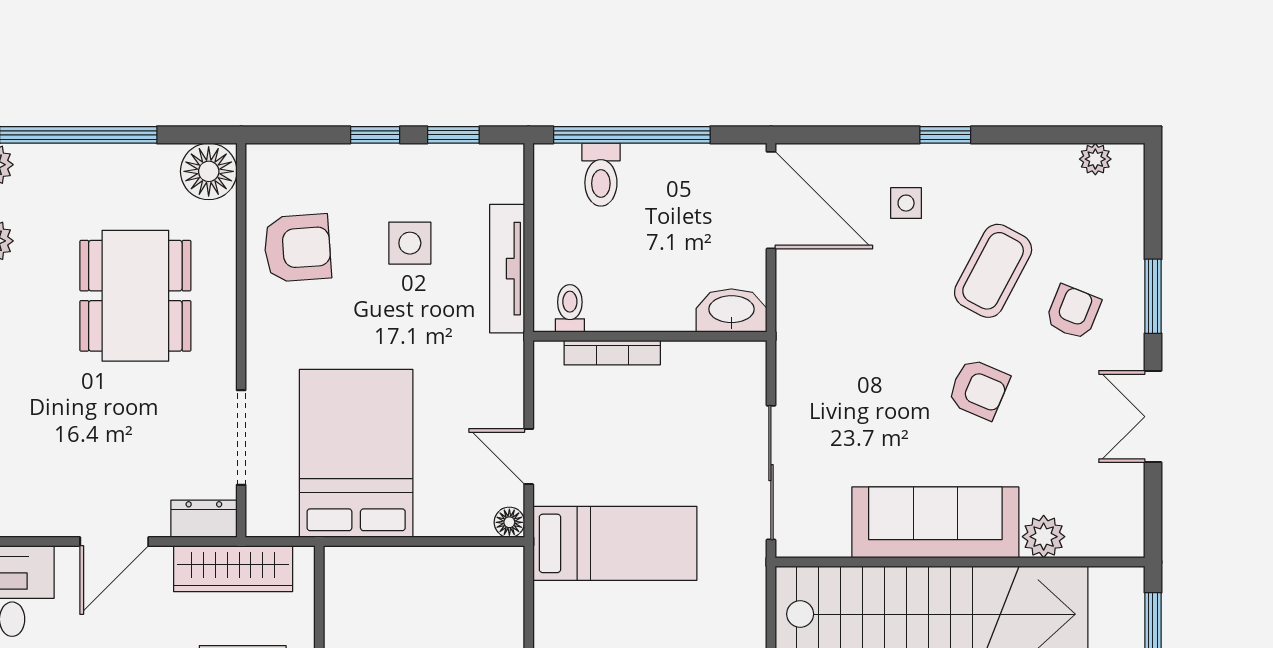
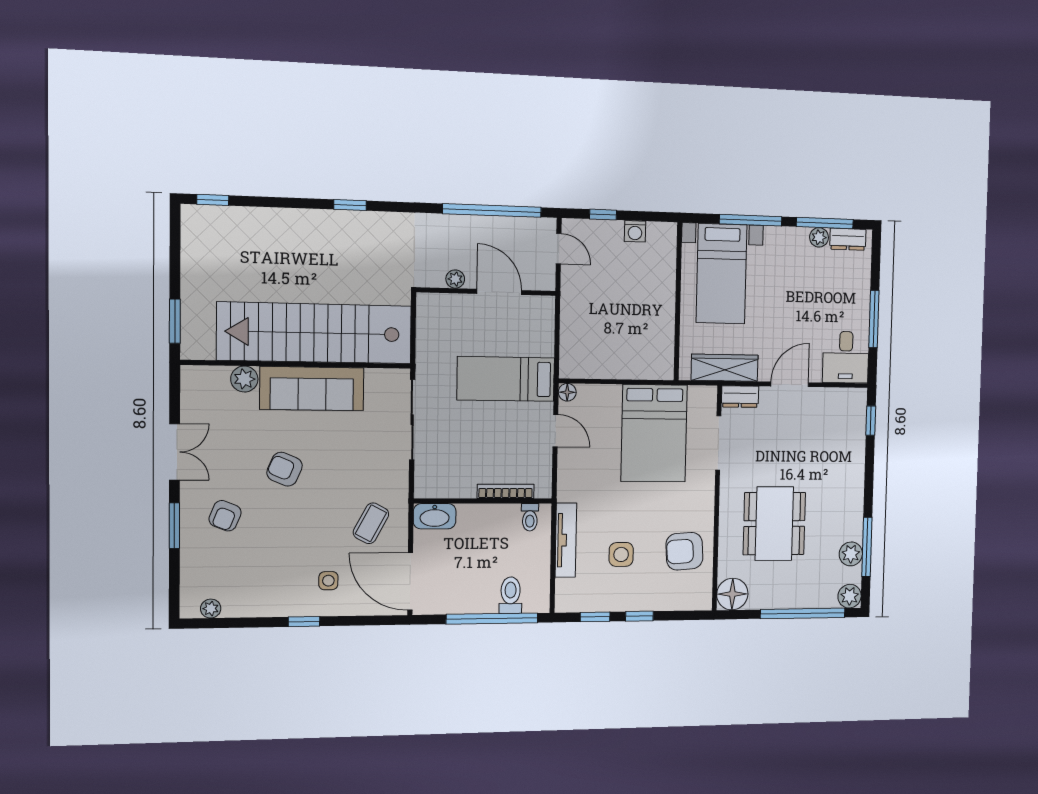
coffee table: (993, 271) -> (371, 523), moved, width x0.73, depth x0.77

